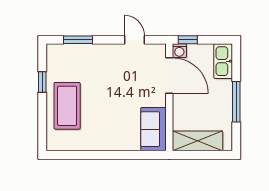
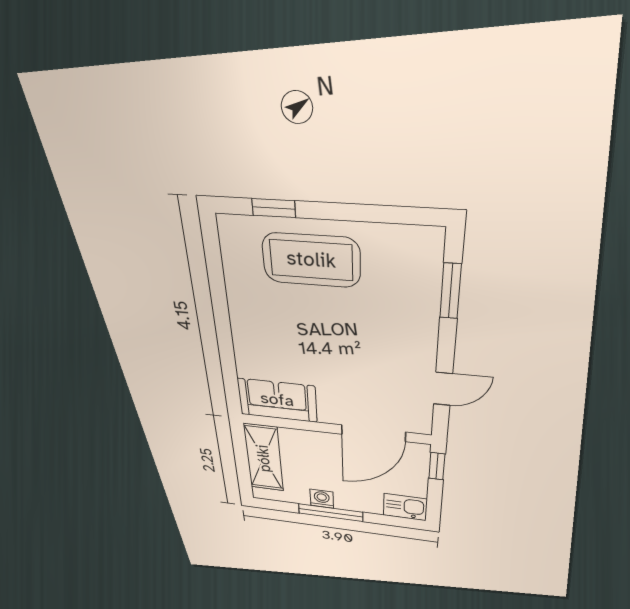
washing machine: (179, 51) -> (322, 499), moved, turned 90
kitchen sink: (223, 61) -> (405, 507), width x0.73
window: (42, 82) -> (274, 208), moved

